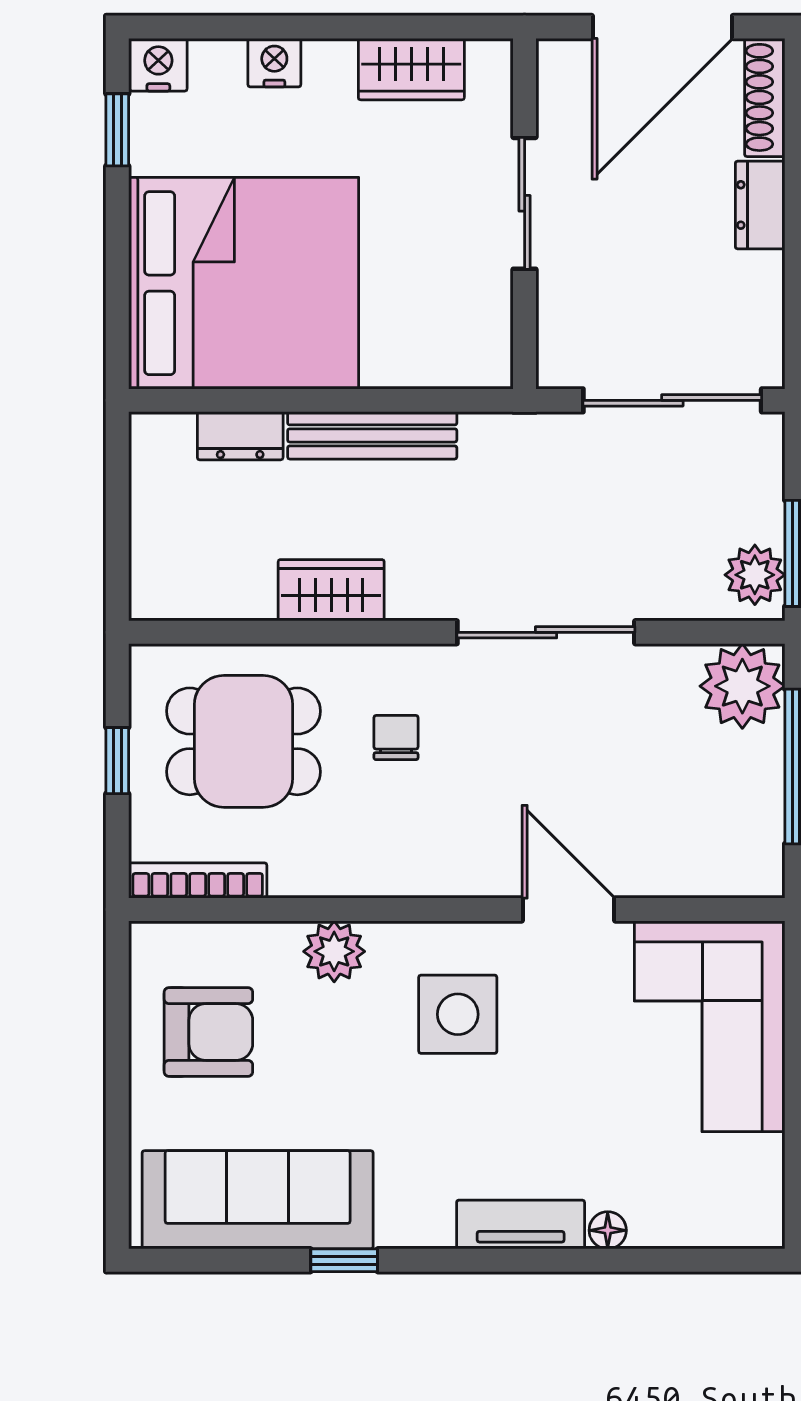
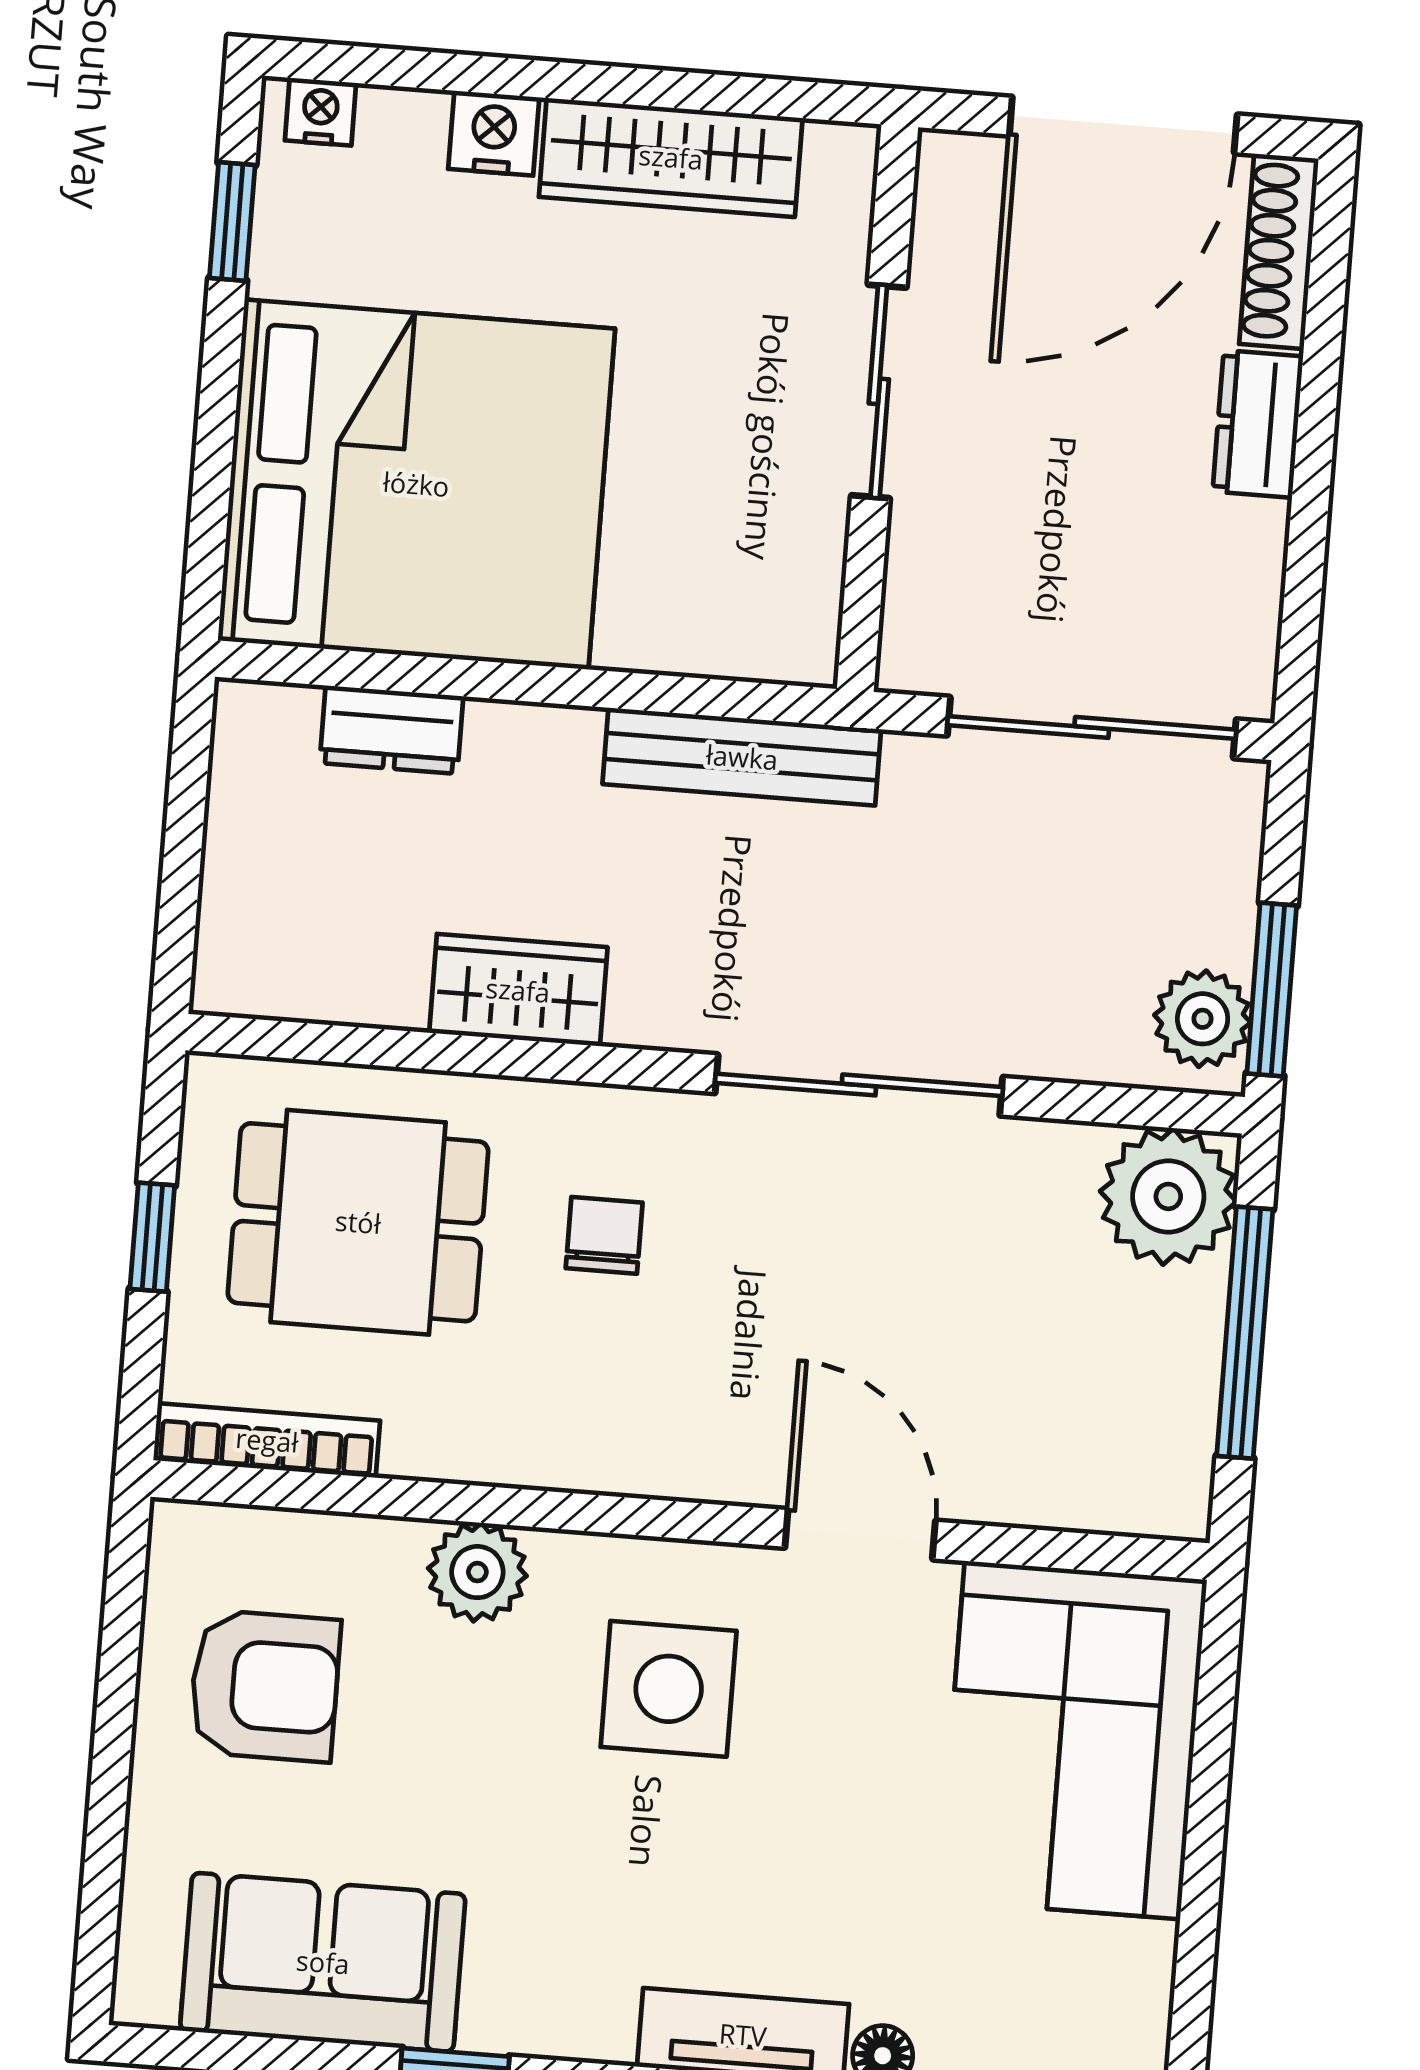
nightstand: (158, 65) -> (320, 112), width x0.72, depth x0.74
wardrobe: (411, 69) -> (671, 157), width x1.50
bench: (372, 435) -> (742, 757), moved
sofa: (258, 1200) -> (323, 1962), width x0.73

